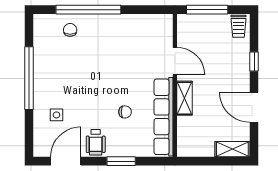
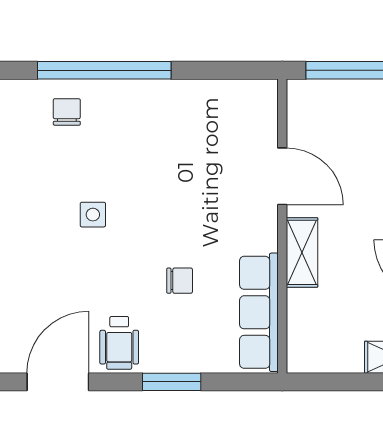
side table: (56, 115) -> (93, 215), moved
row of seats: (164, 117) -> (259, 312), width x0.73

